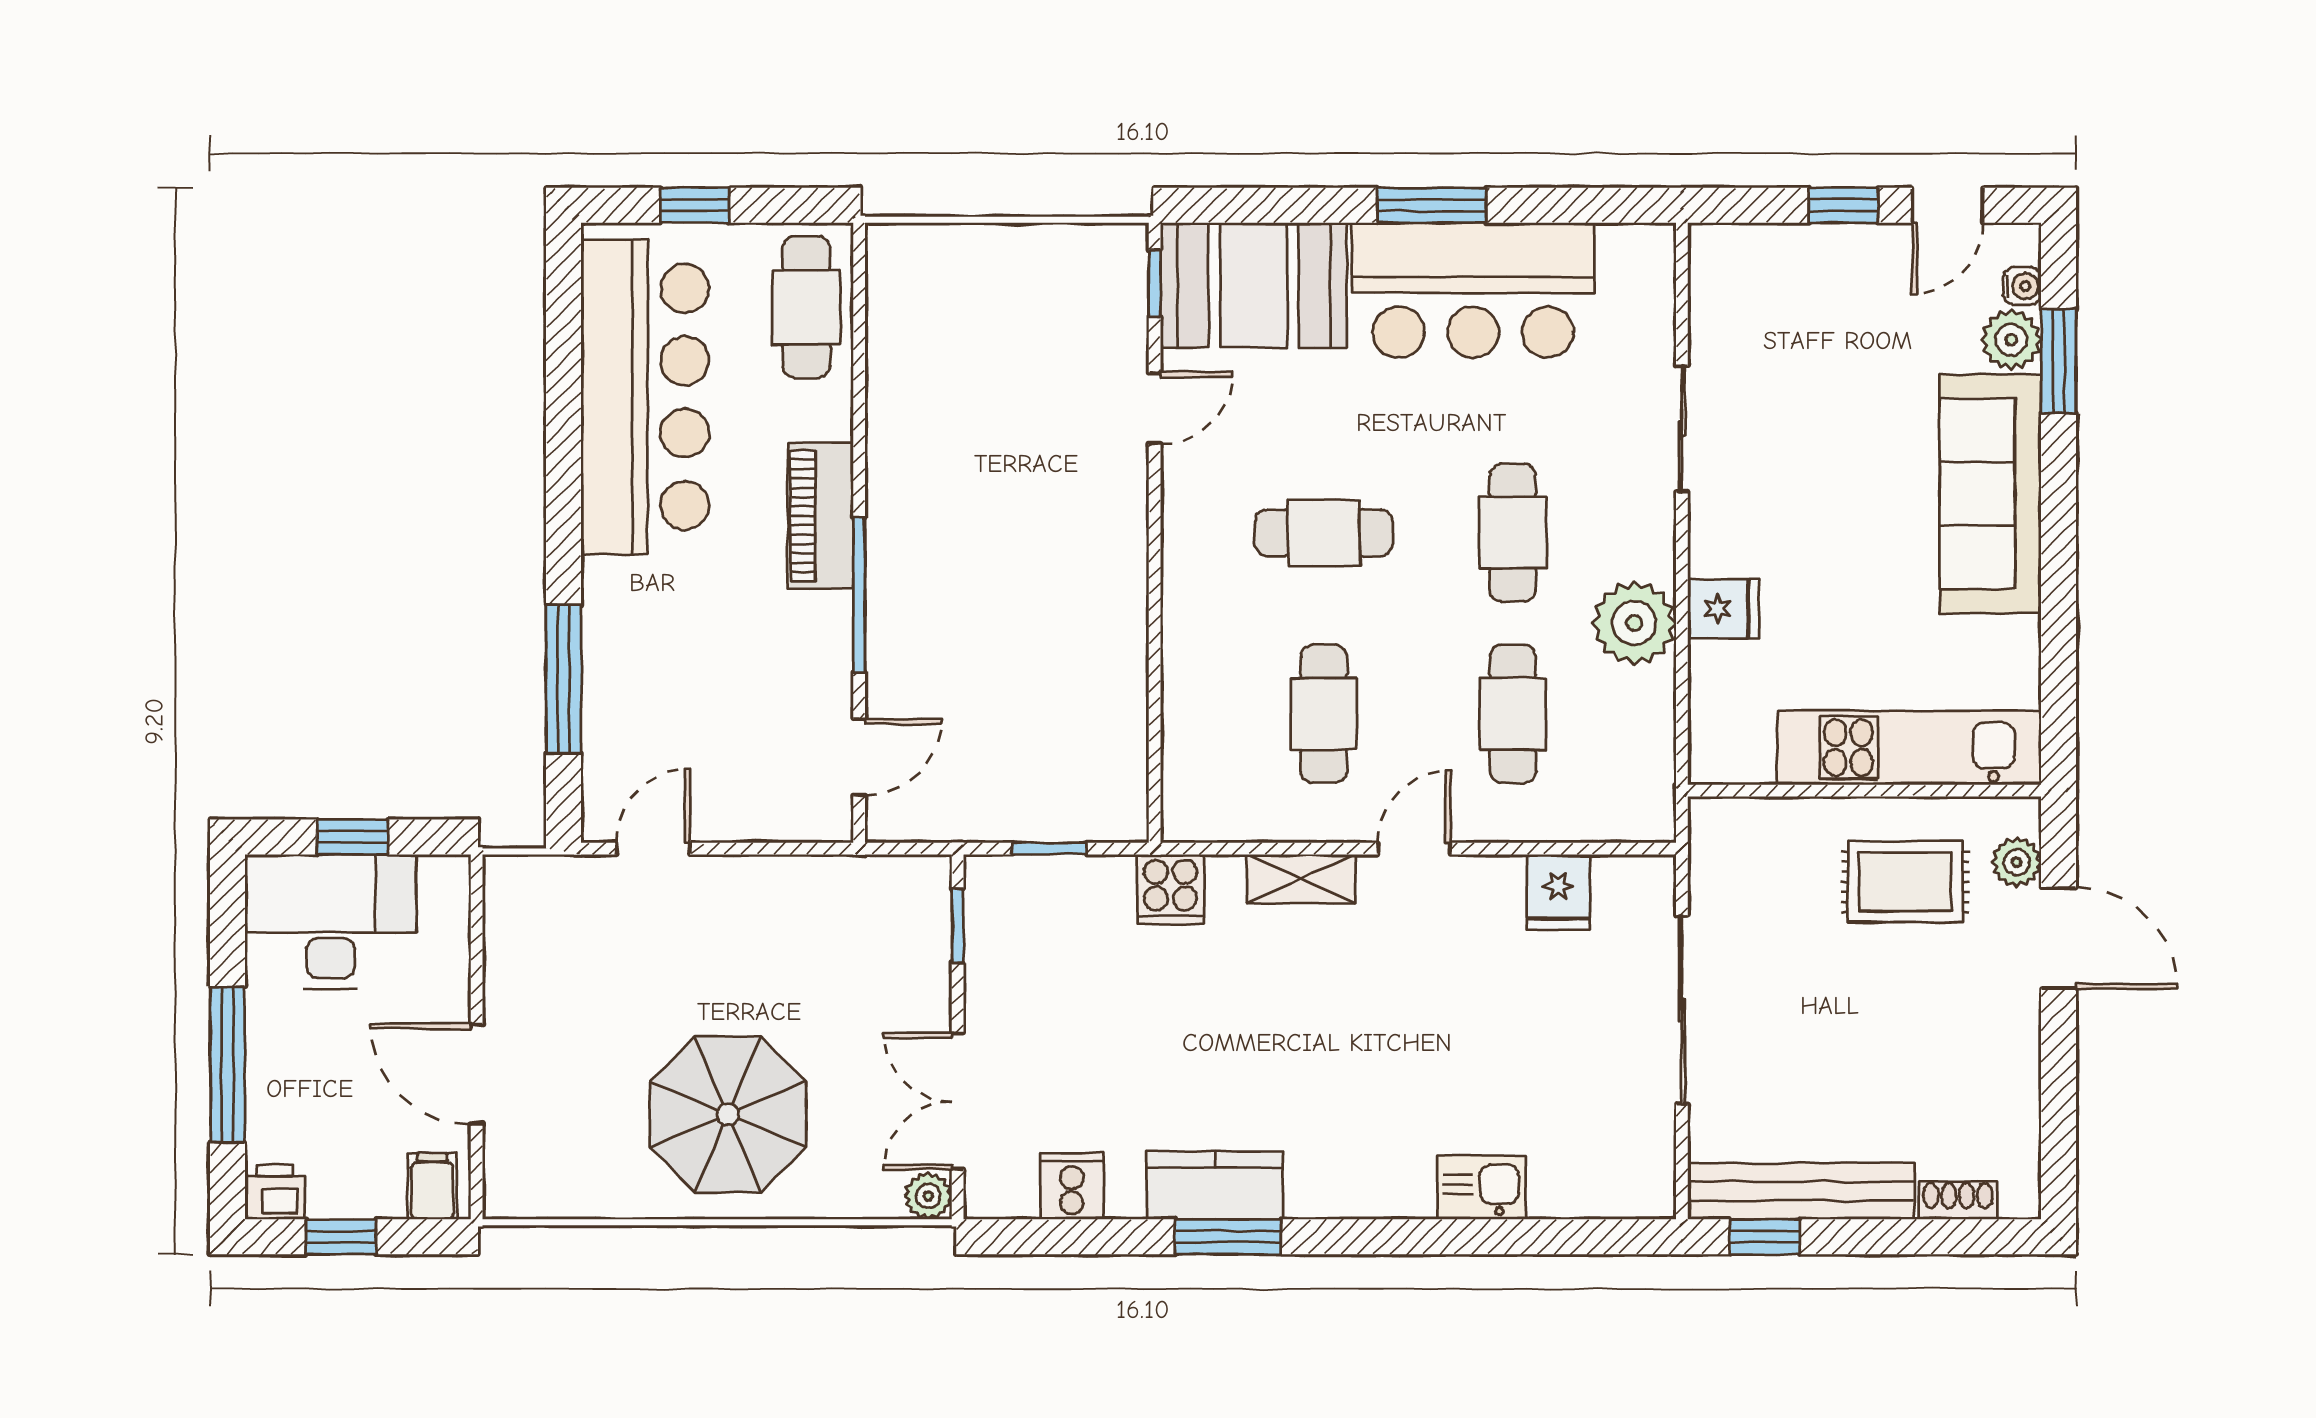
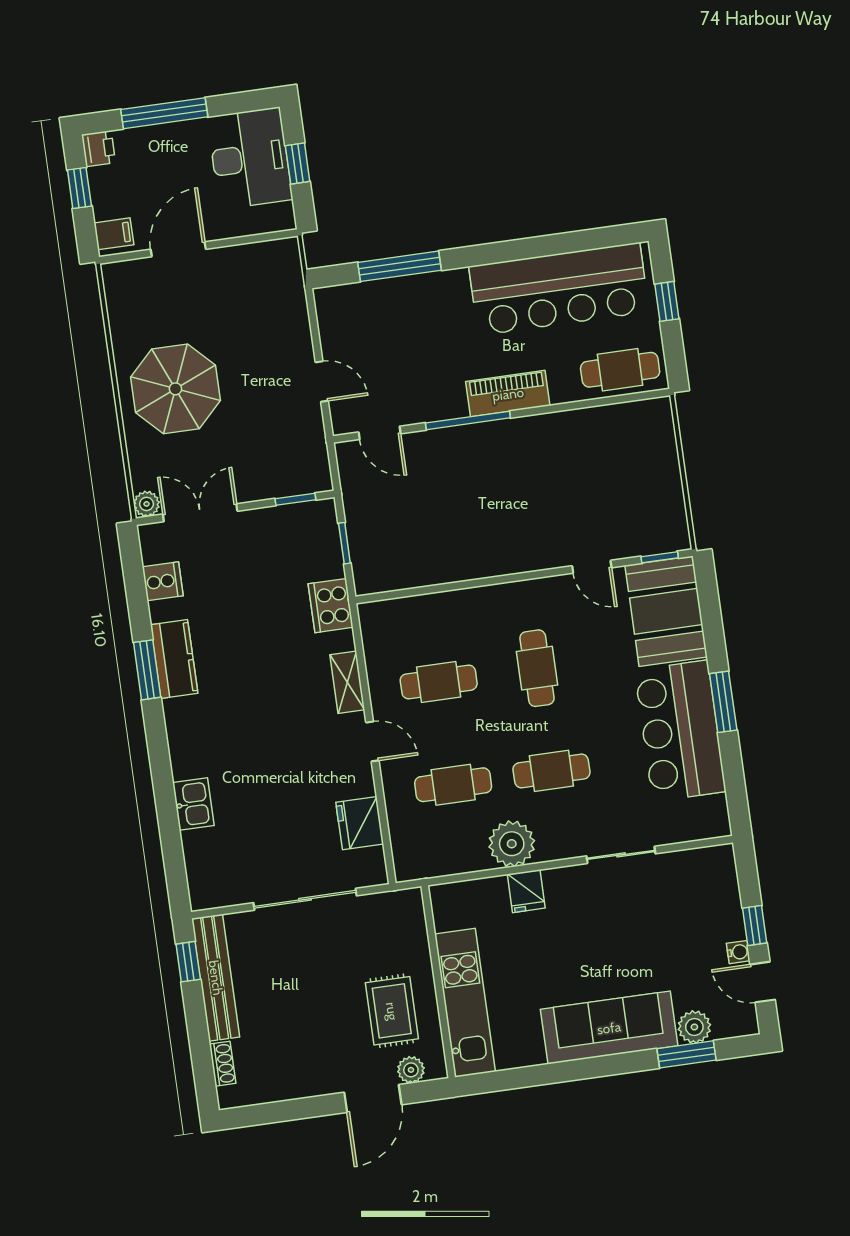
water cooler: (2022, 286) -> (738, 952), moved, turned -90
door: (653, 849) -> (322, 381), moved
cooker: (1170, 889) -> (331, 606), width x1.36
fridge: (1558, 892) -> (360, 823), width x1.38

